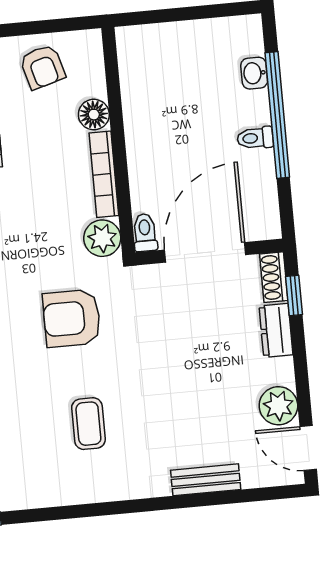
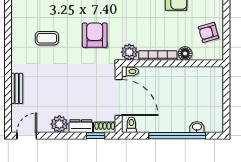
toilet: (255, 138) -> (131, 125), moved
plant: (278, 406) -> (59, 124), moved

